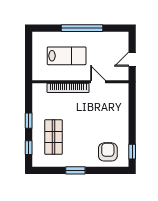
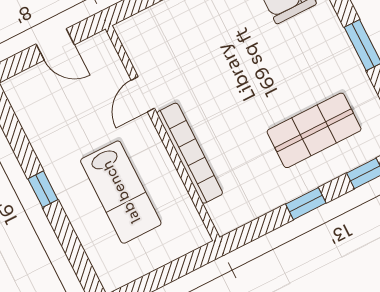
window: (82, 28) -> (43, 189), width x0.32
lab bench: (67, 56) -> (121, 192), turned 180

